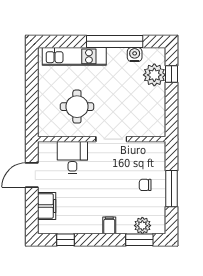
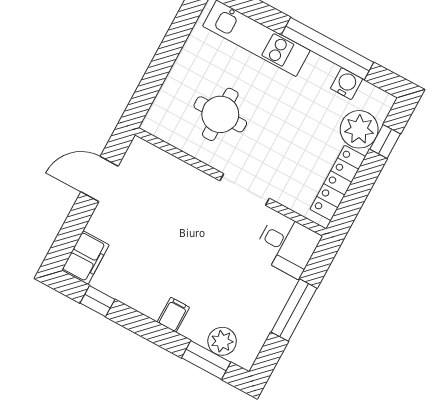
locker: (158, 109) -> (338, 183), added
desk: (72, 158) -> (287, 245), moved, turned 90
chair: (145, 185) -> (258, 284), removed
filing cabinet: (47, 206) -> (85, 258), moved

